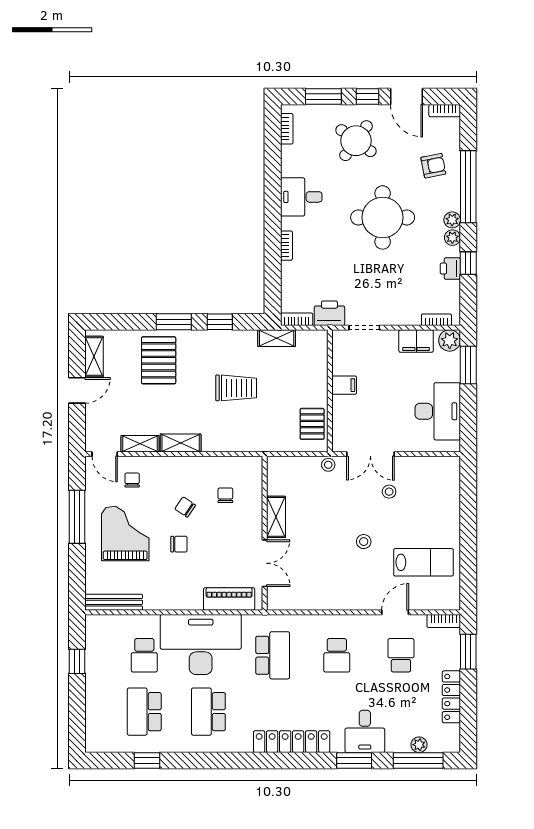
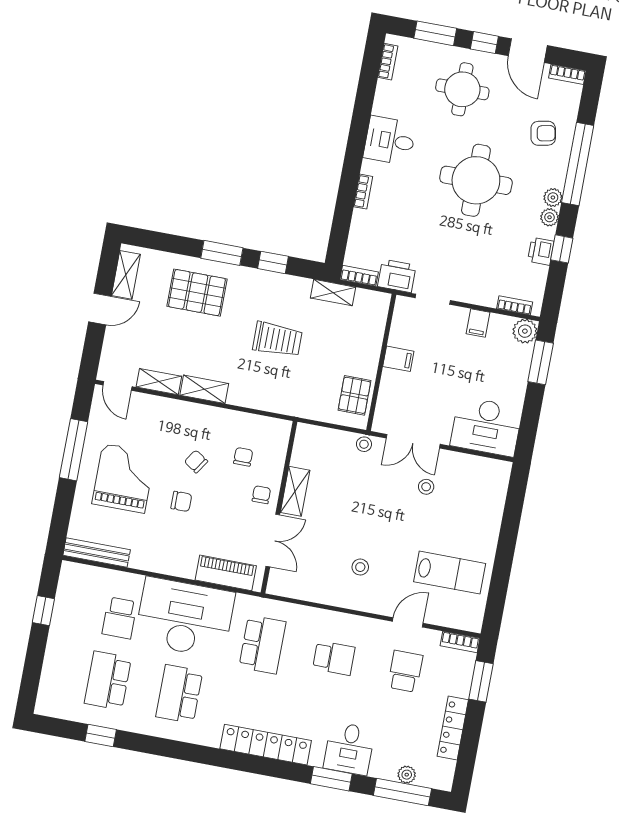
round table: (356, 141) -> (462, 89), turned -36
filing cabinet: (416, 341) -> (478, 323), width x0.50
pallet: (159, 360) -> (197, 293), turned 90
desk: (438, 411) -> (486, 427), moved, turned 90
chair: (132, 480) -> (261, 495), moved
stool: (364, 542) -> (360, 567), moved
school desk: (337, 655) -> (334, 658), turned -90

